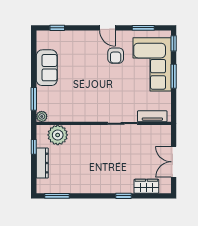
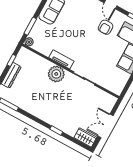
tv unit: (152, 116) -> (61, 59), moved
plant: (58, 135) -> (56, 74), moved
wardrobe: (146, 186) -> (85, 137), moved

